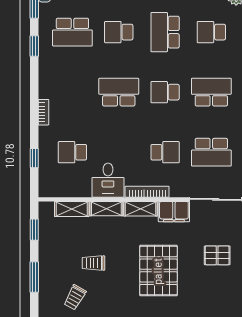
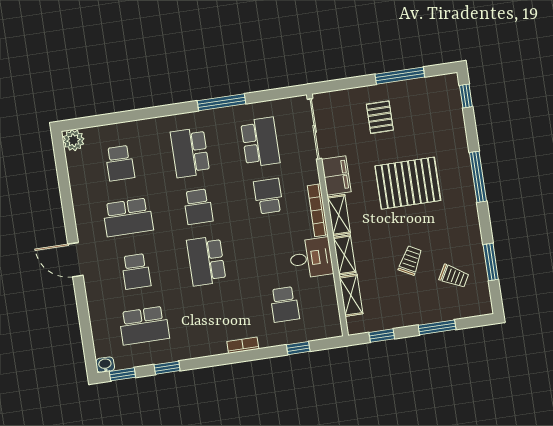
school desk: (72, 32) -> (144, 325), turned 90
trolley: (93, 263) -> (410, 260), turned -152

